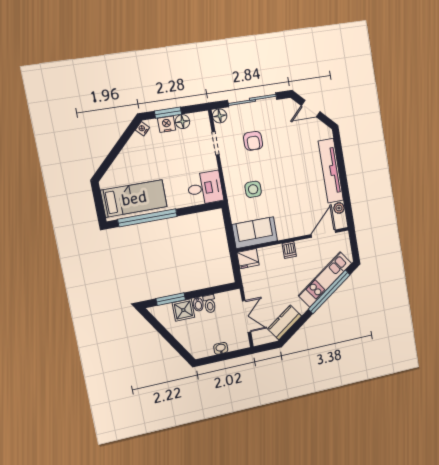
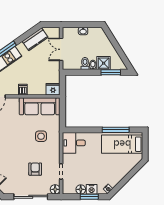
window: (148, 218) -> (116, 130), width x0.68
sofa: (255, 233) -> (40, 106), width x1.36

